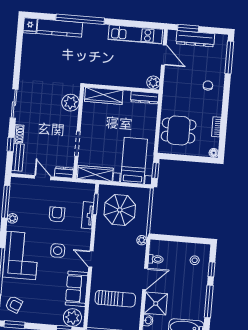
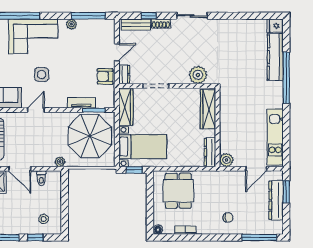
parasol: (120, 210) -> (90, 136), width x1.36, depth x1.36
armchair: (57, 215) -> (105, 76), moved, turned 180

